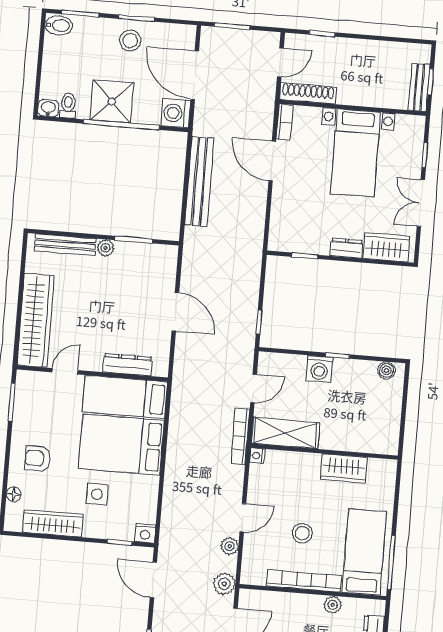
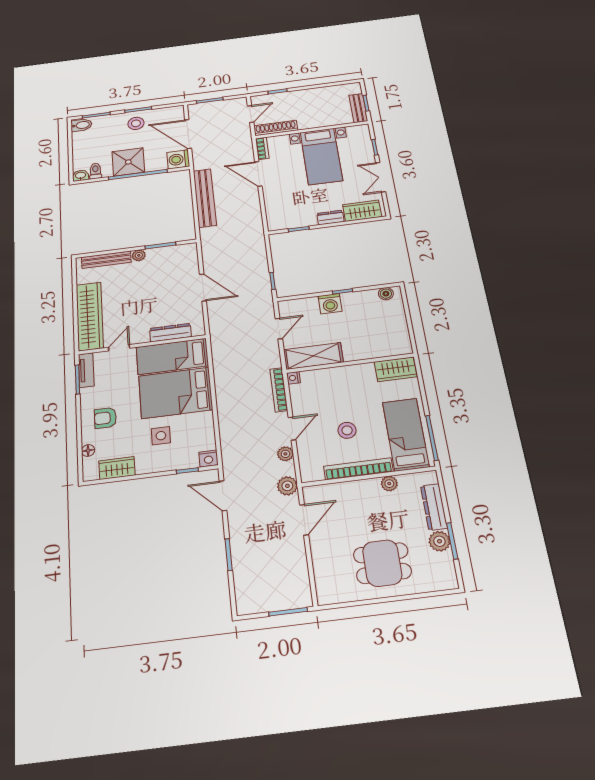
tv unit: (23, 392) -> (86, 370), added
bookcase: (240, 436) -> (279, 390), moved
wardrobe: (344, 468) -> (396, 369), moved
wardrobe: (53, 523) -> (117, 468), width x0.67

